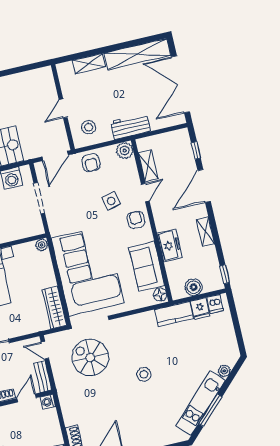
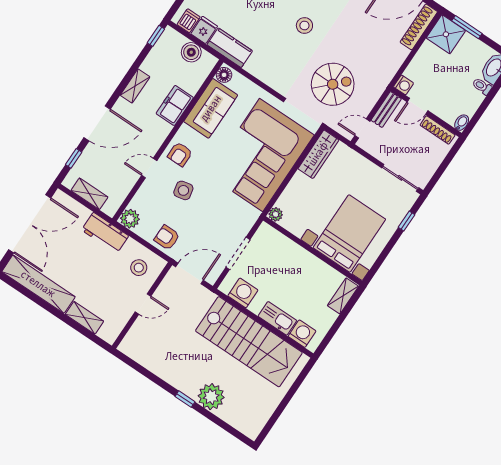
armchair: (91, 163) -> (167, 238), turned -90
shelving: (148, 166) -> (89, 194), moved, turned 90
door: (45, 350) -> (362, 128), swing flipped
spiral stairs: (90, 357) -> (333, 84), turned -90

